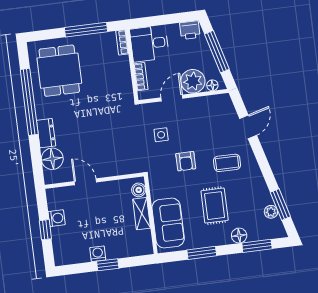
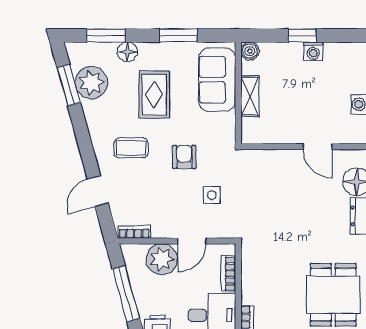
floor lamp: (212, 85) -> (137, 251), removed
bookcase: (217, 99) -> (134, 232), added
boiler: (139, 190) -> (250, 51), moved
plant: (271, 212) -> (91, 83), width x1.87, depth x1.87

